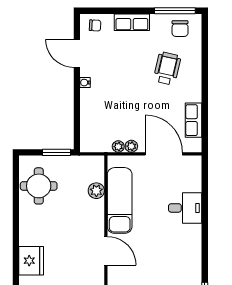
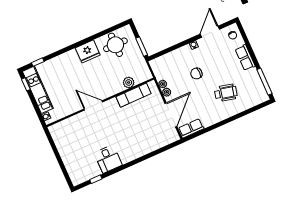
chair: (180, 29) -> (196, 73), moved
row of seats: (194, 120) -> (191, 128), moved
exam couch: (120, 200) -> (133, 95), width x0.73, depth x0.69
desk: (185, 208) -> (108, 159), moved
door: (106, 251) -> (93, 105), swing flipped
fridge: (31, 261) -> (88, 51), moved

